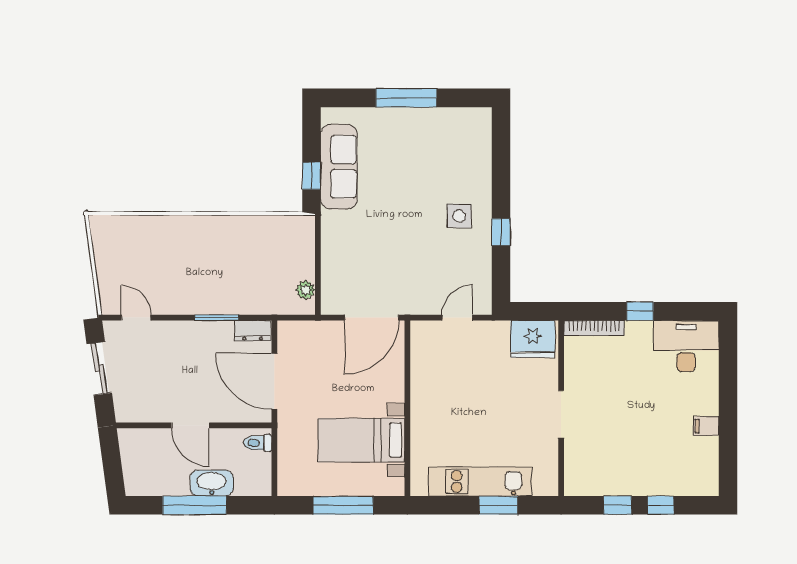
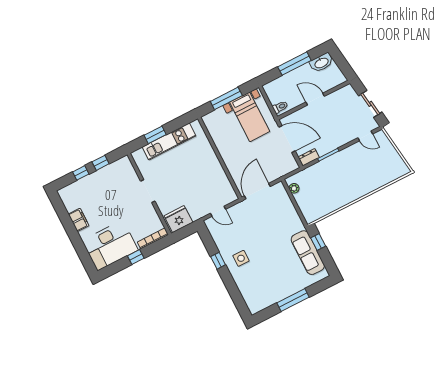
door: (457, 318) -> (218, 211), hinge flipped
desk: (686, 346) -> (110, 245), width x1.36, depth x1.30
filing cabinet: (706, 426) -> (79, 220), width x2.00
bed with nightstands: (361, 440) -> (250, 117), moved, turned 90
washbasin: (212, 483) -> (321, 63), moved

